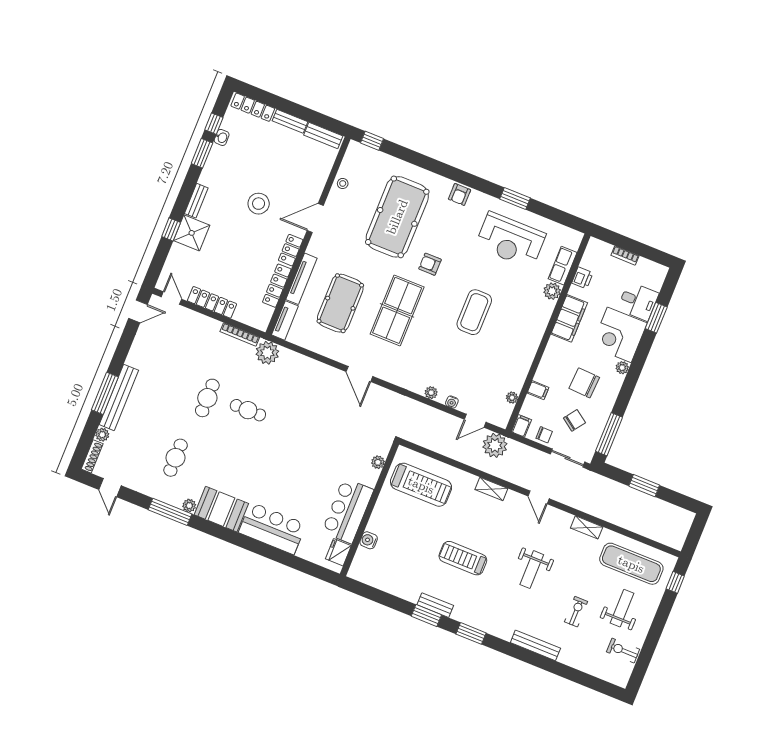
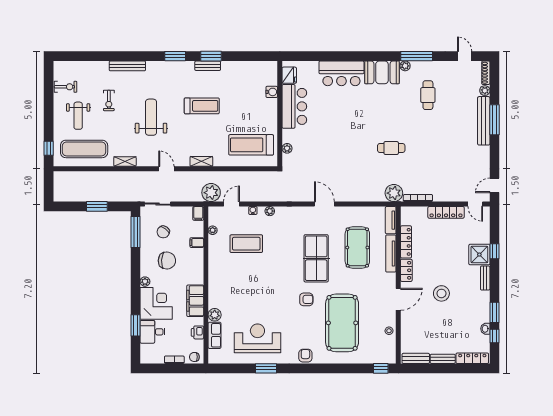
coffee table: (474, 312) -> (246, 244), moved, turned 90
cafe table: (207, 398) -> (423, 145), removed
chair: (544, 435) -> (194, 357), moved
weight bench: (532, 570) -> (151, 117), width x1.36, depth x1.33

